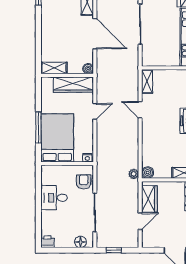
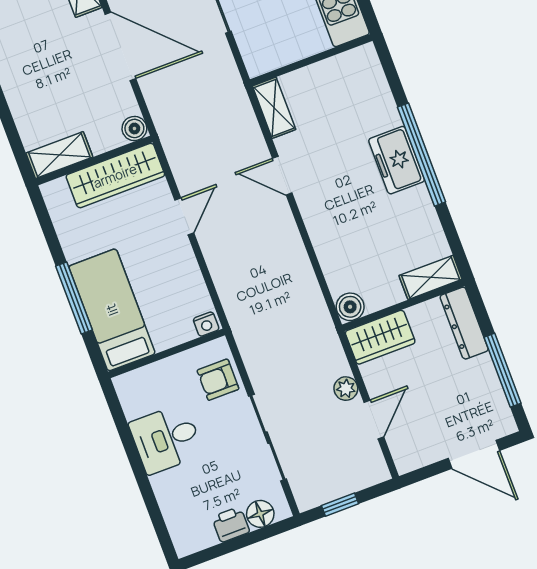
bed: (57, 138) -> (112, 310), width x0.67
plant: (134, 174) -> (346, 389), moved
armchair: (84, 182) -> (218, 380), turned -90
wardrobe: (149, 199) -> (380, 337), moved, turned 90
printer: (48, 242) -> (231, 524), moved

